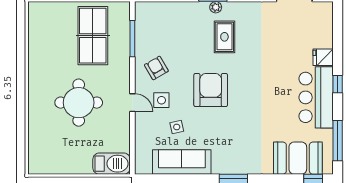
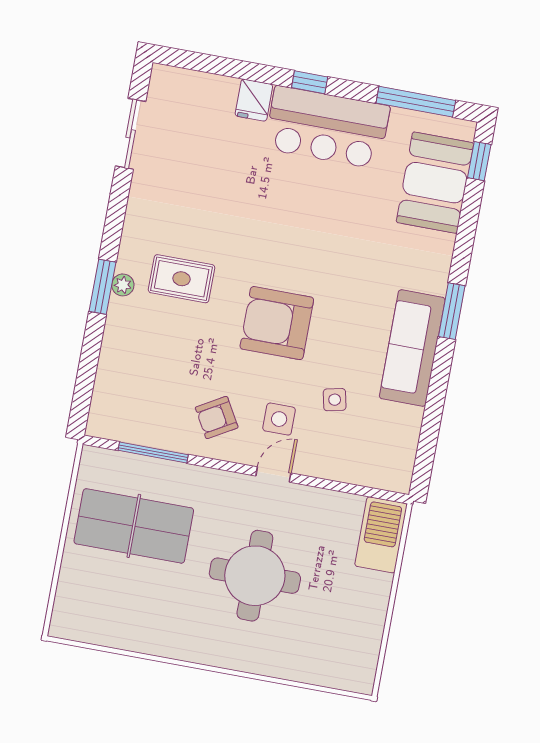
sofa: (182, 162) -> (412, 348), moved

